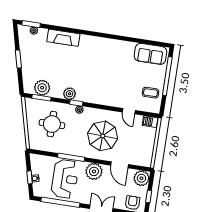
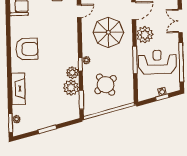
armchair: (101, 53) -> (27, 49), added
plant: (42, 88) -> (71, 88), moved
round table: (52, 124) -> (106, 85), turned -37

